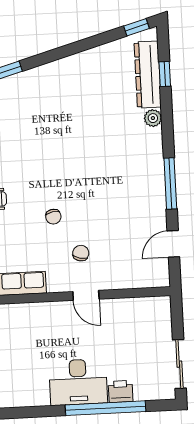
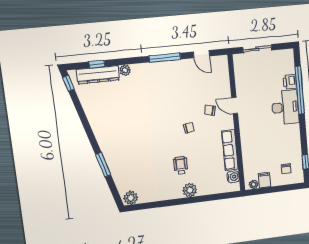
door: (86, 295) -> (235, 106), swing flipped
sliding door: (179, 364) -> (257, 49), moved

